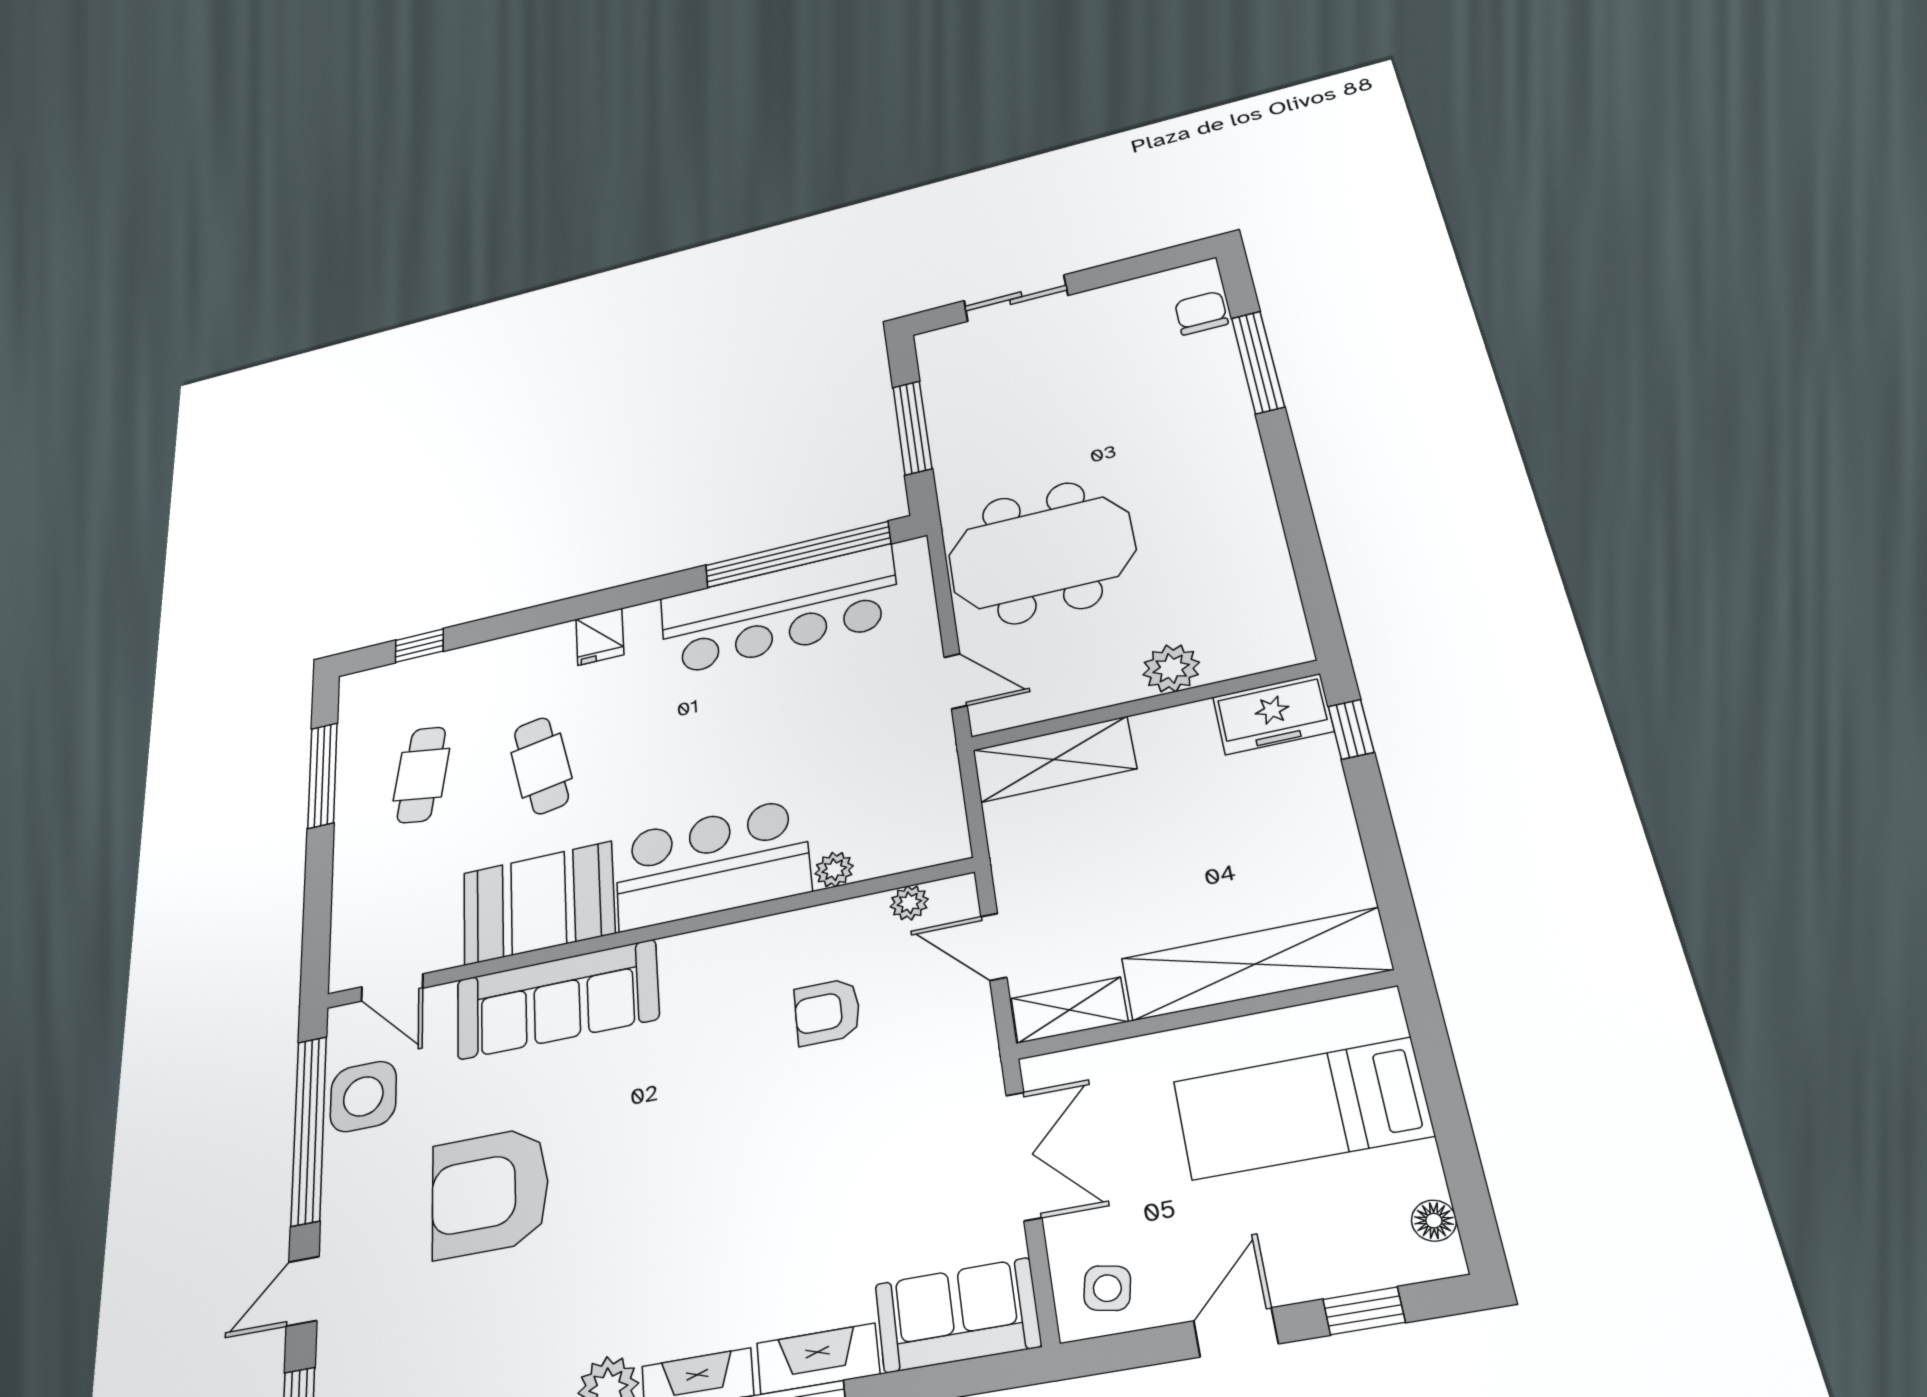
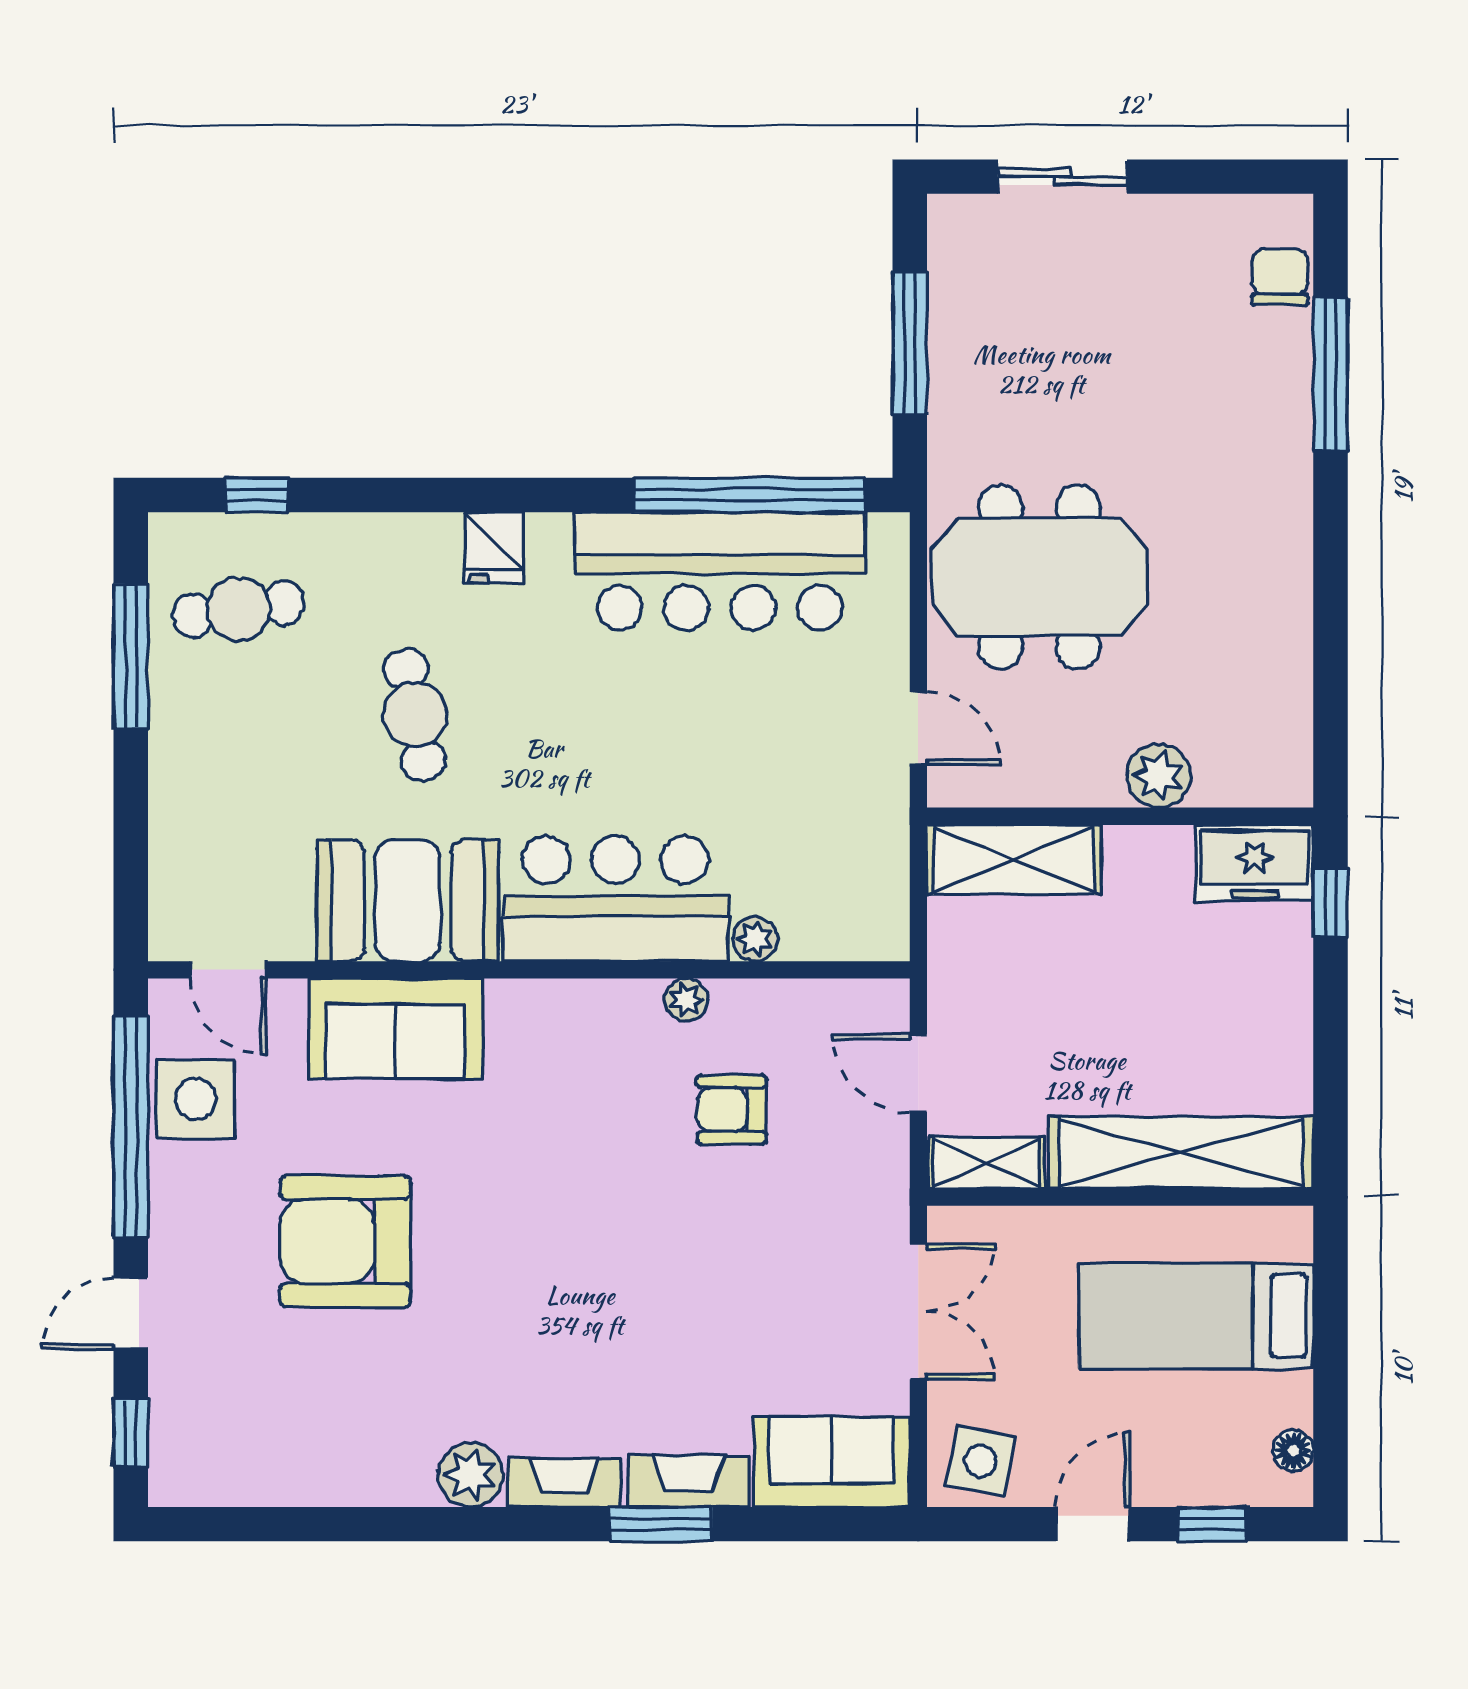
cafe table: (421, 775) -> (239, 609), moved, turned 73
plant: (909, 903) -> (686, 1000), moved
sofa: (557, 999) -> (396, 1028), width x0.73
side table: (1107, 1288) -> (980, 1461), width x1.37, depth x1.37

